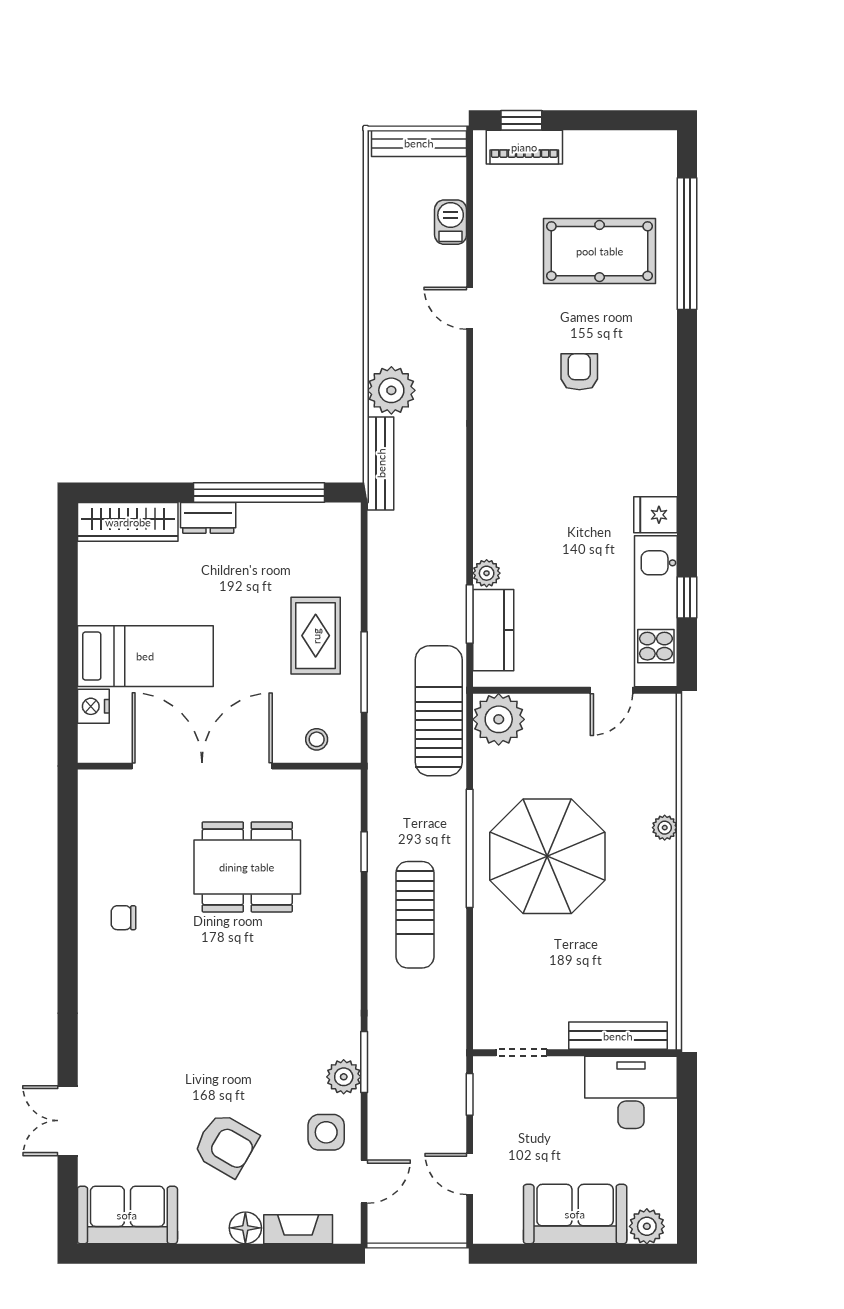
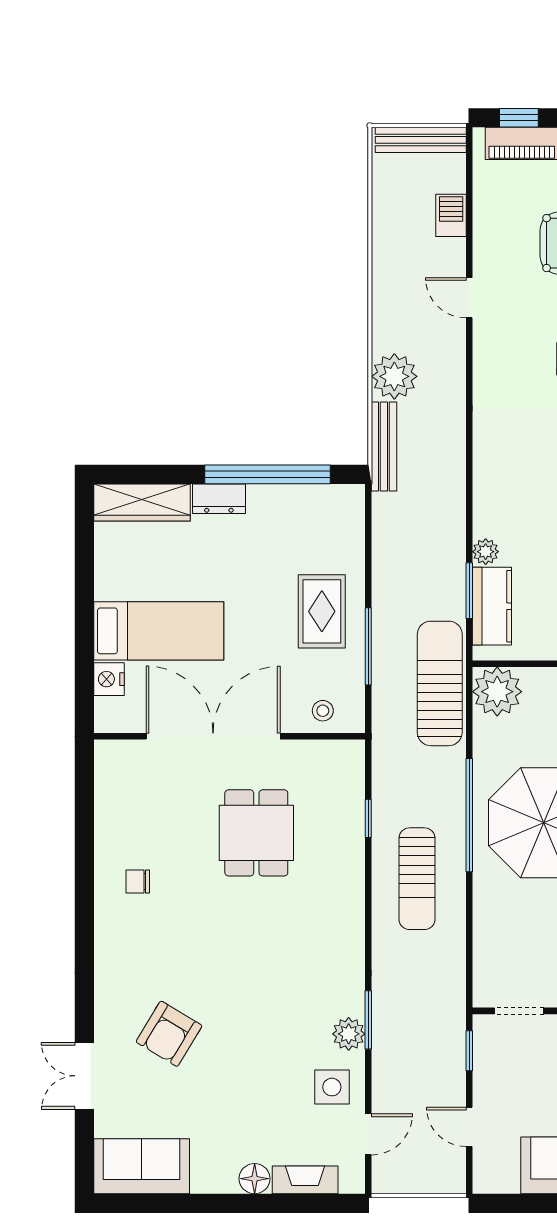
dining table: (247, 867) -> (256, 833), width x0.73
armchair: (226, 1145) -> (169, 1034), moved, turned 91

